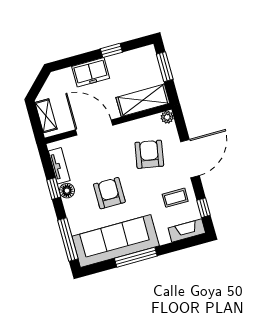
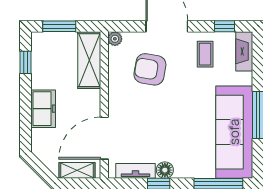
window: (111, 50) -> (25, 62), moved
door: (94, 127) -> (104, 138), moved
armchair: (109, 193) -> (180, 125), removed

